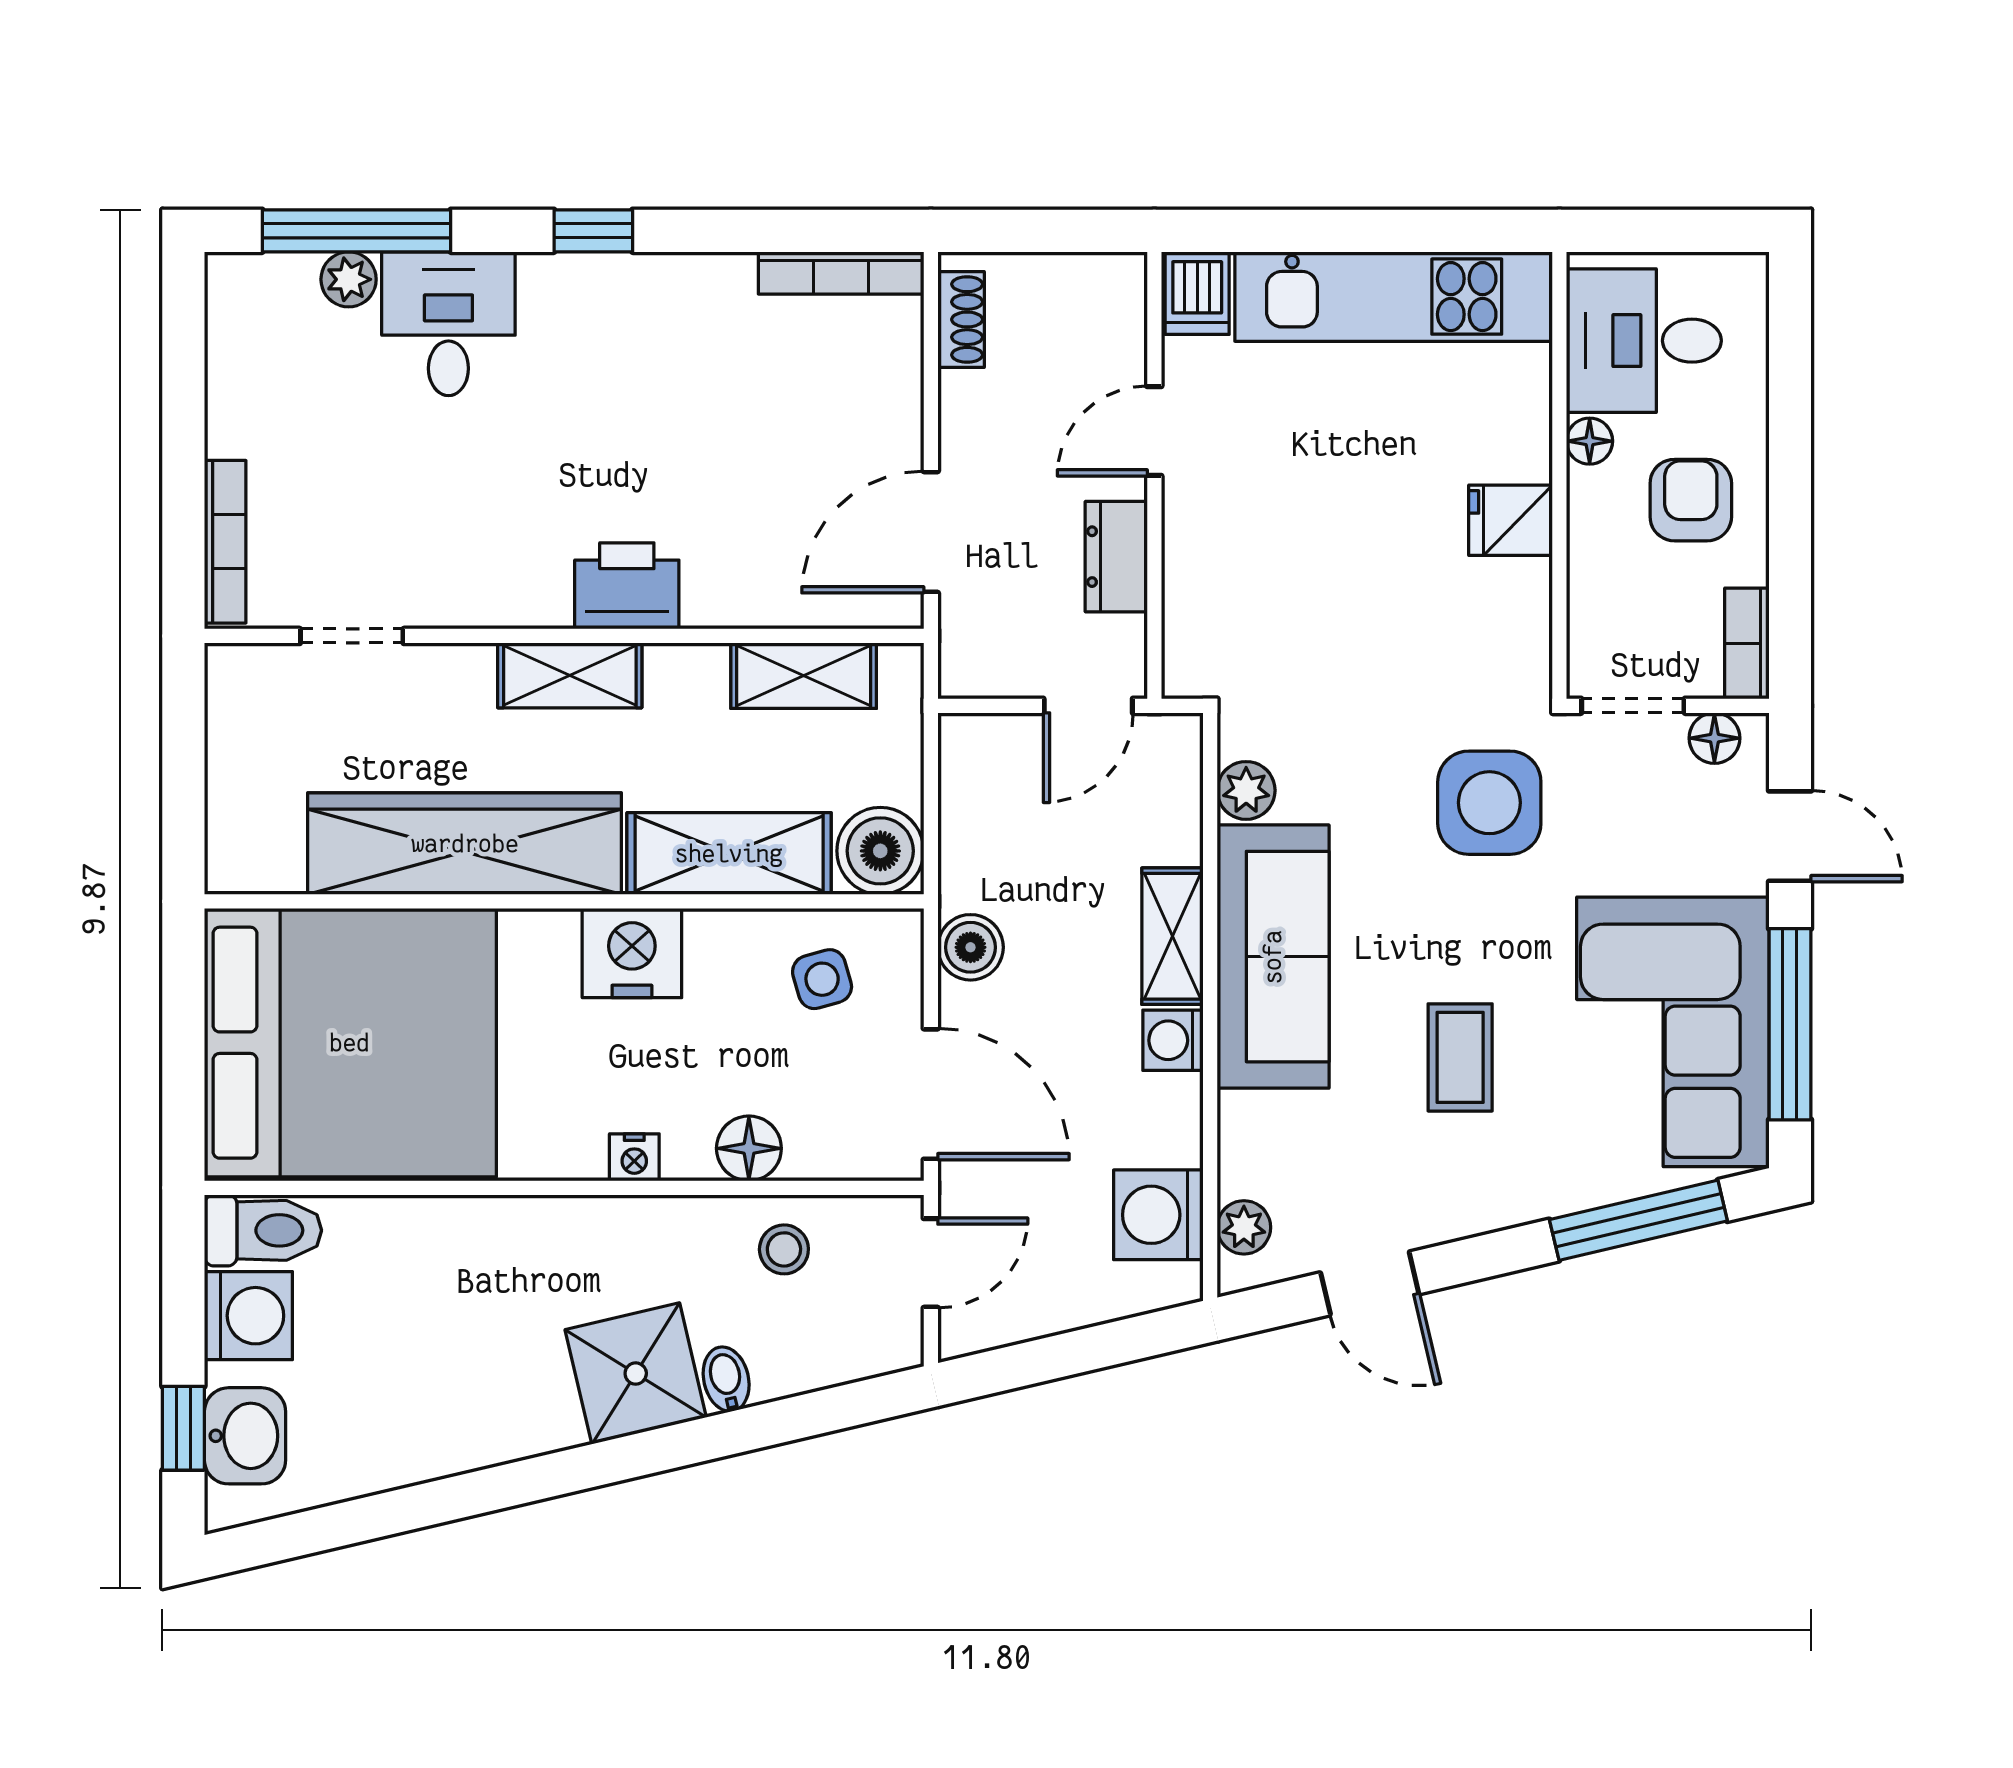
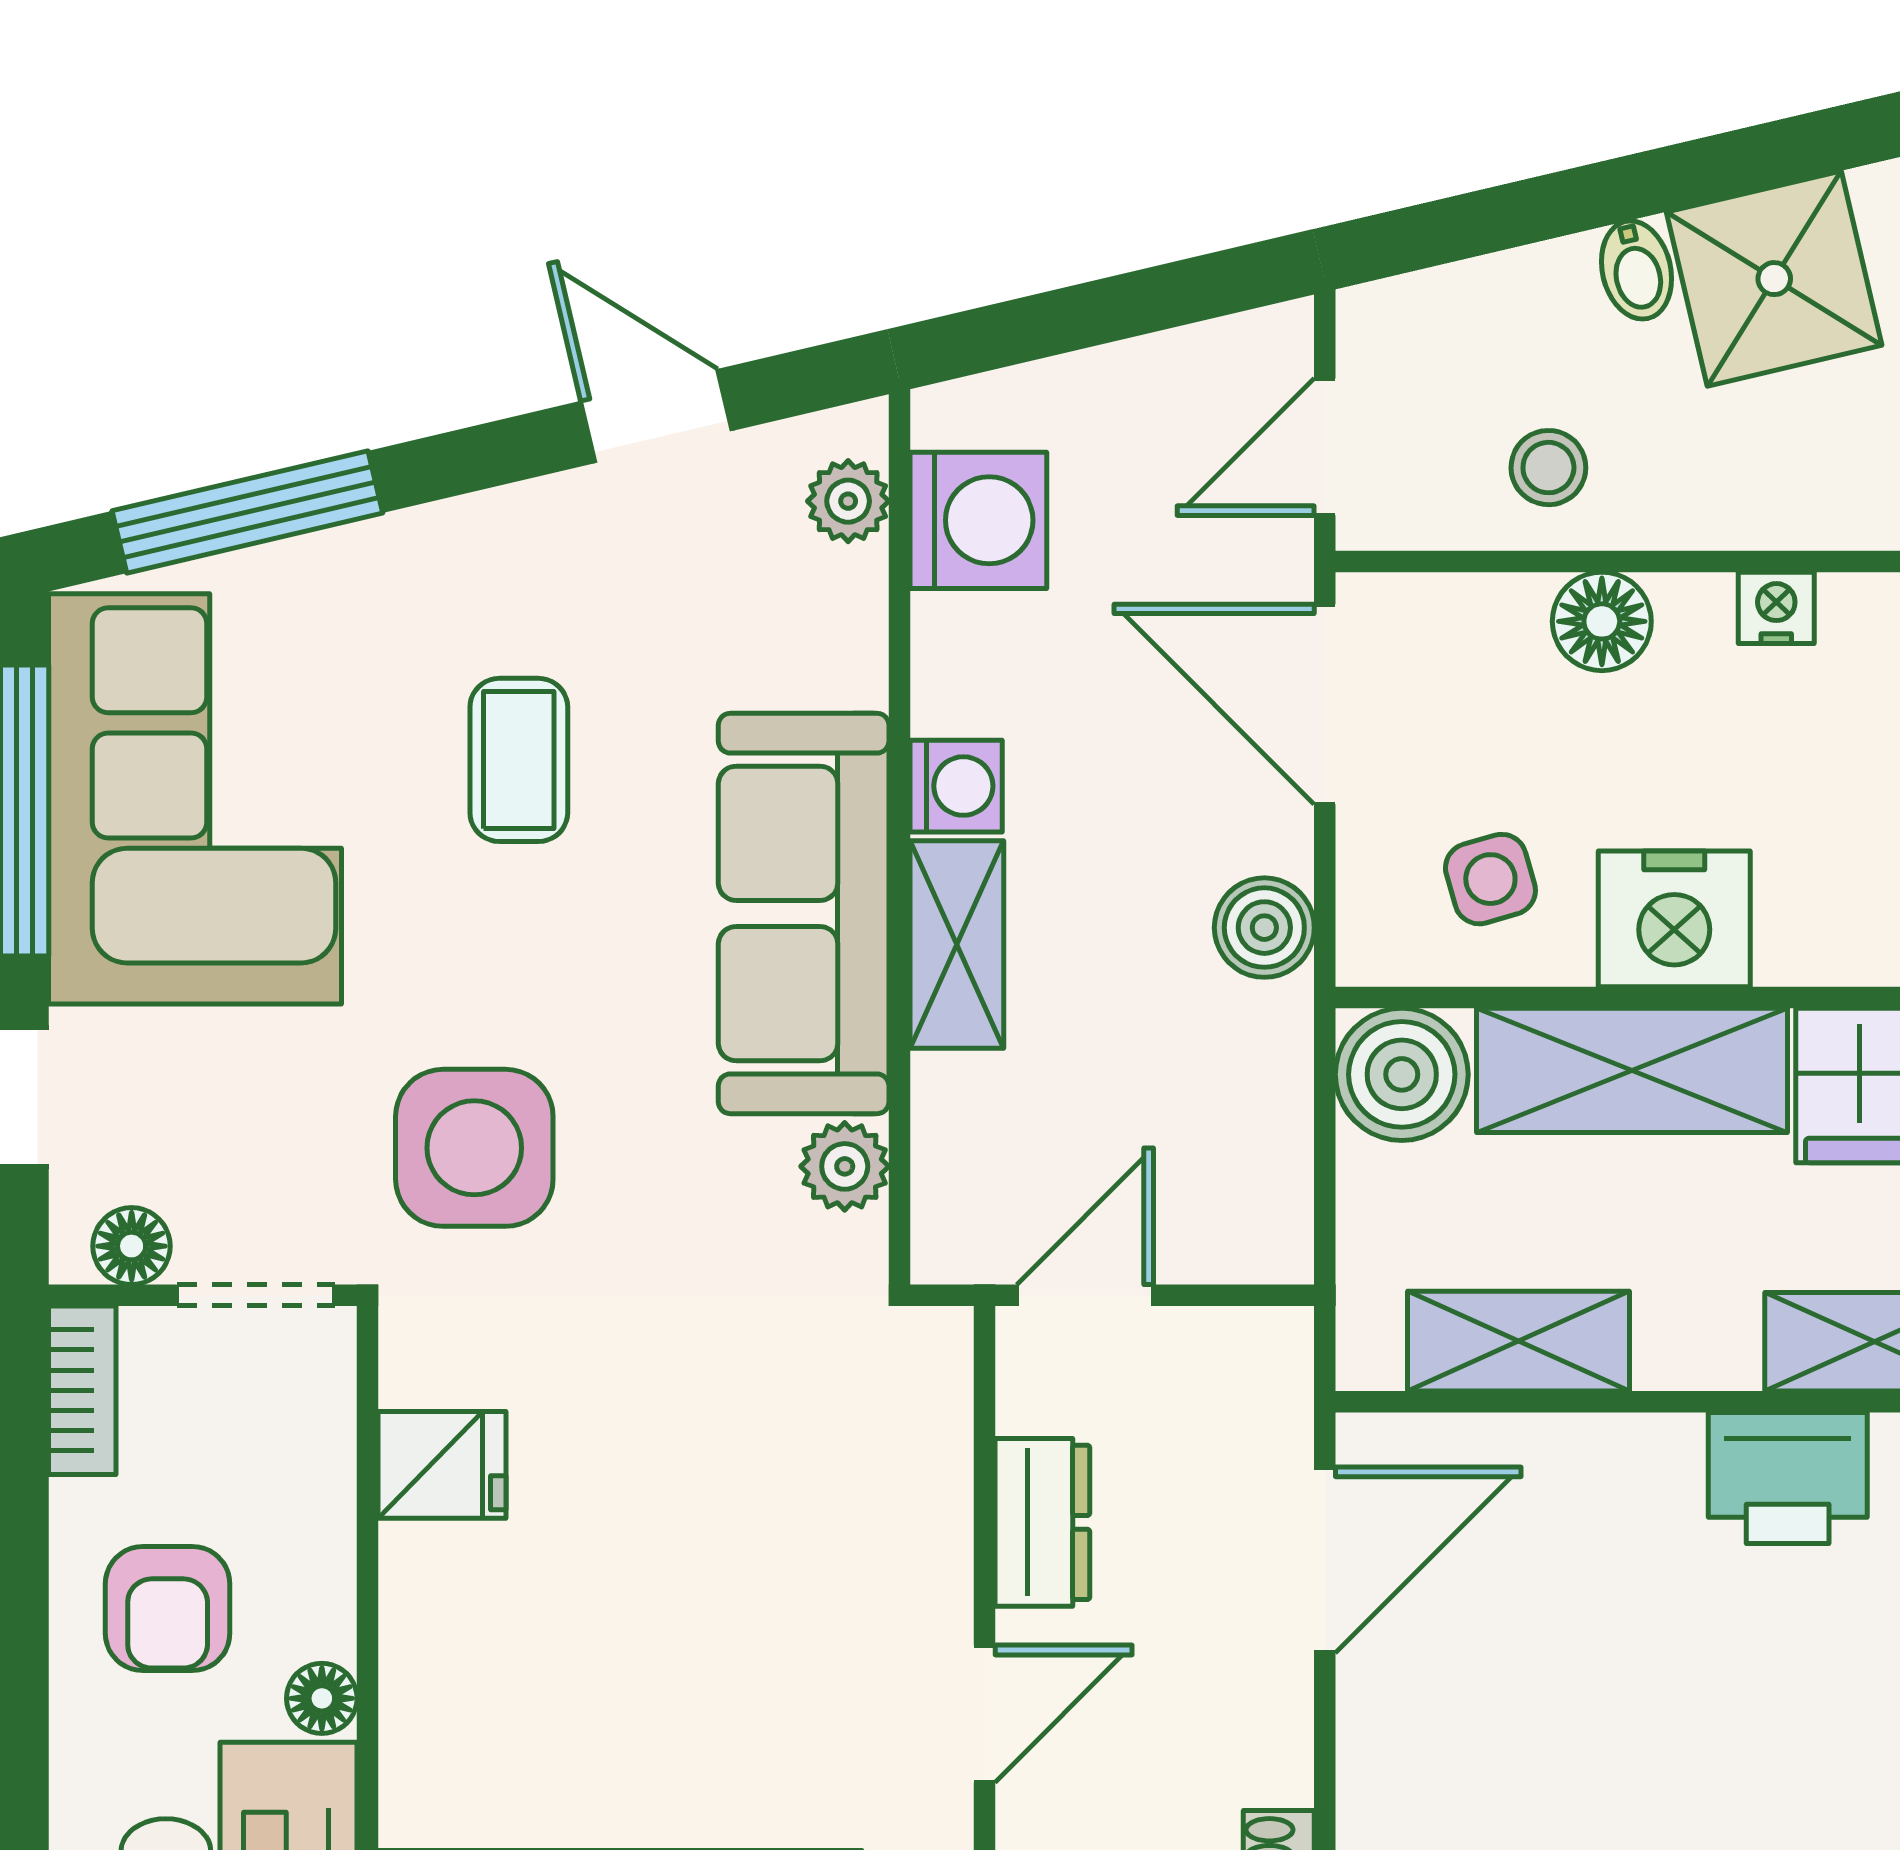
fridge: (1511, 520) -> (442, 1465), moved
nightstand: (632, 953) -> (1674, 919), moved

